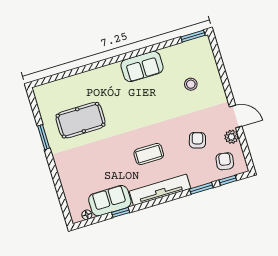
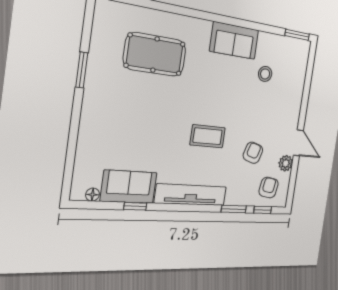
stool: (191, 84) -> (265, 74), moved
pool table: (81, 120) -> (155, 55), moved
coffee table: (149, 154) -> (208, 136), moved

